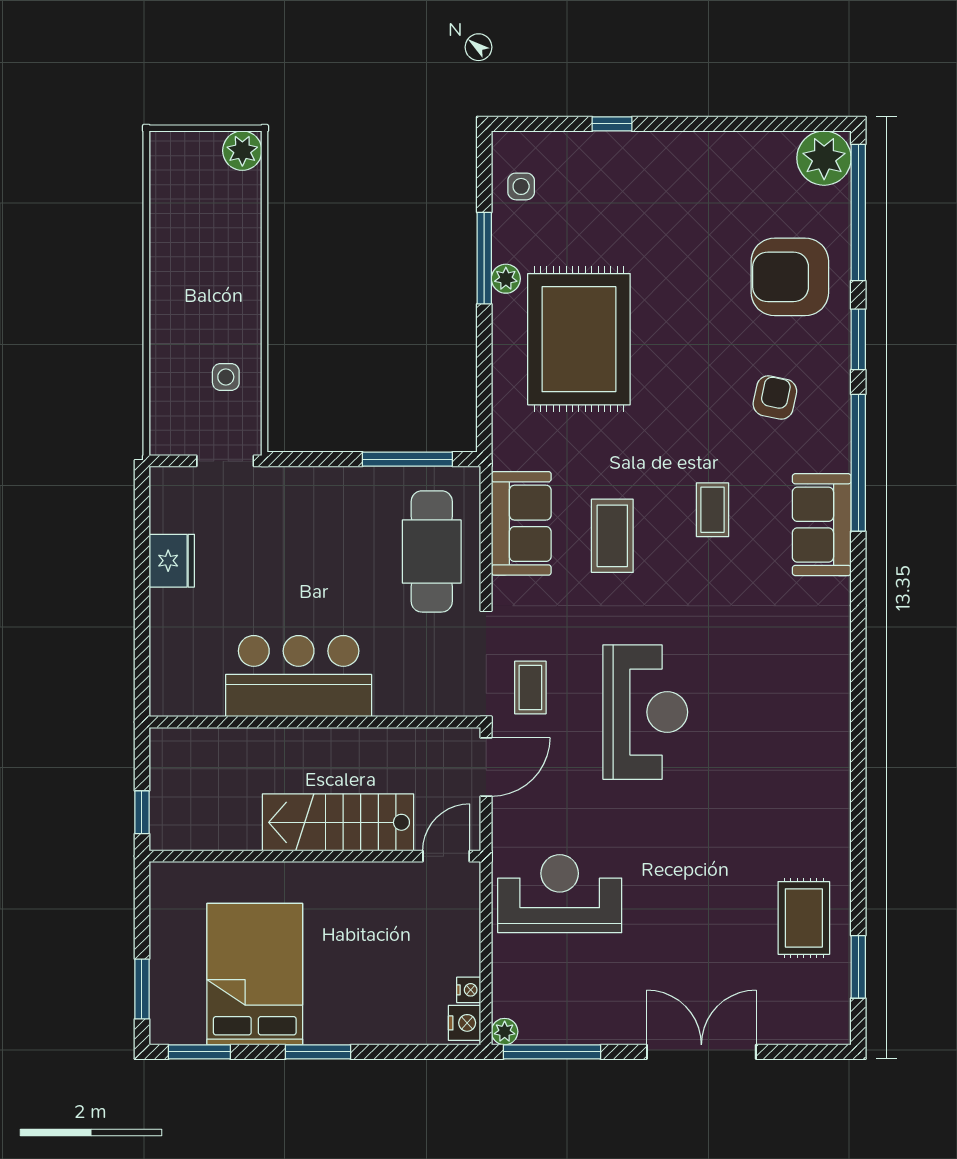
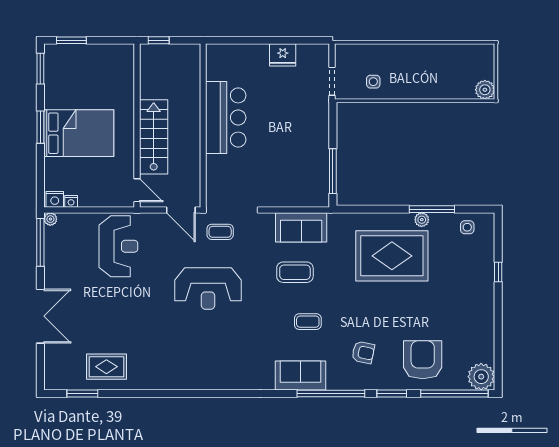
cafe table: (432, 551) -> (287, 183), removed
bed: (255, 974) -> (79, 133), moved

